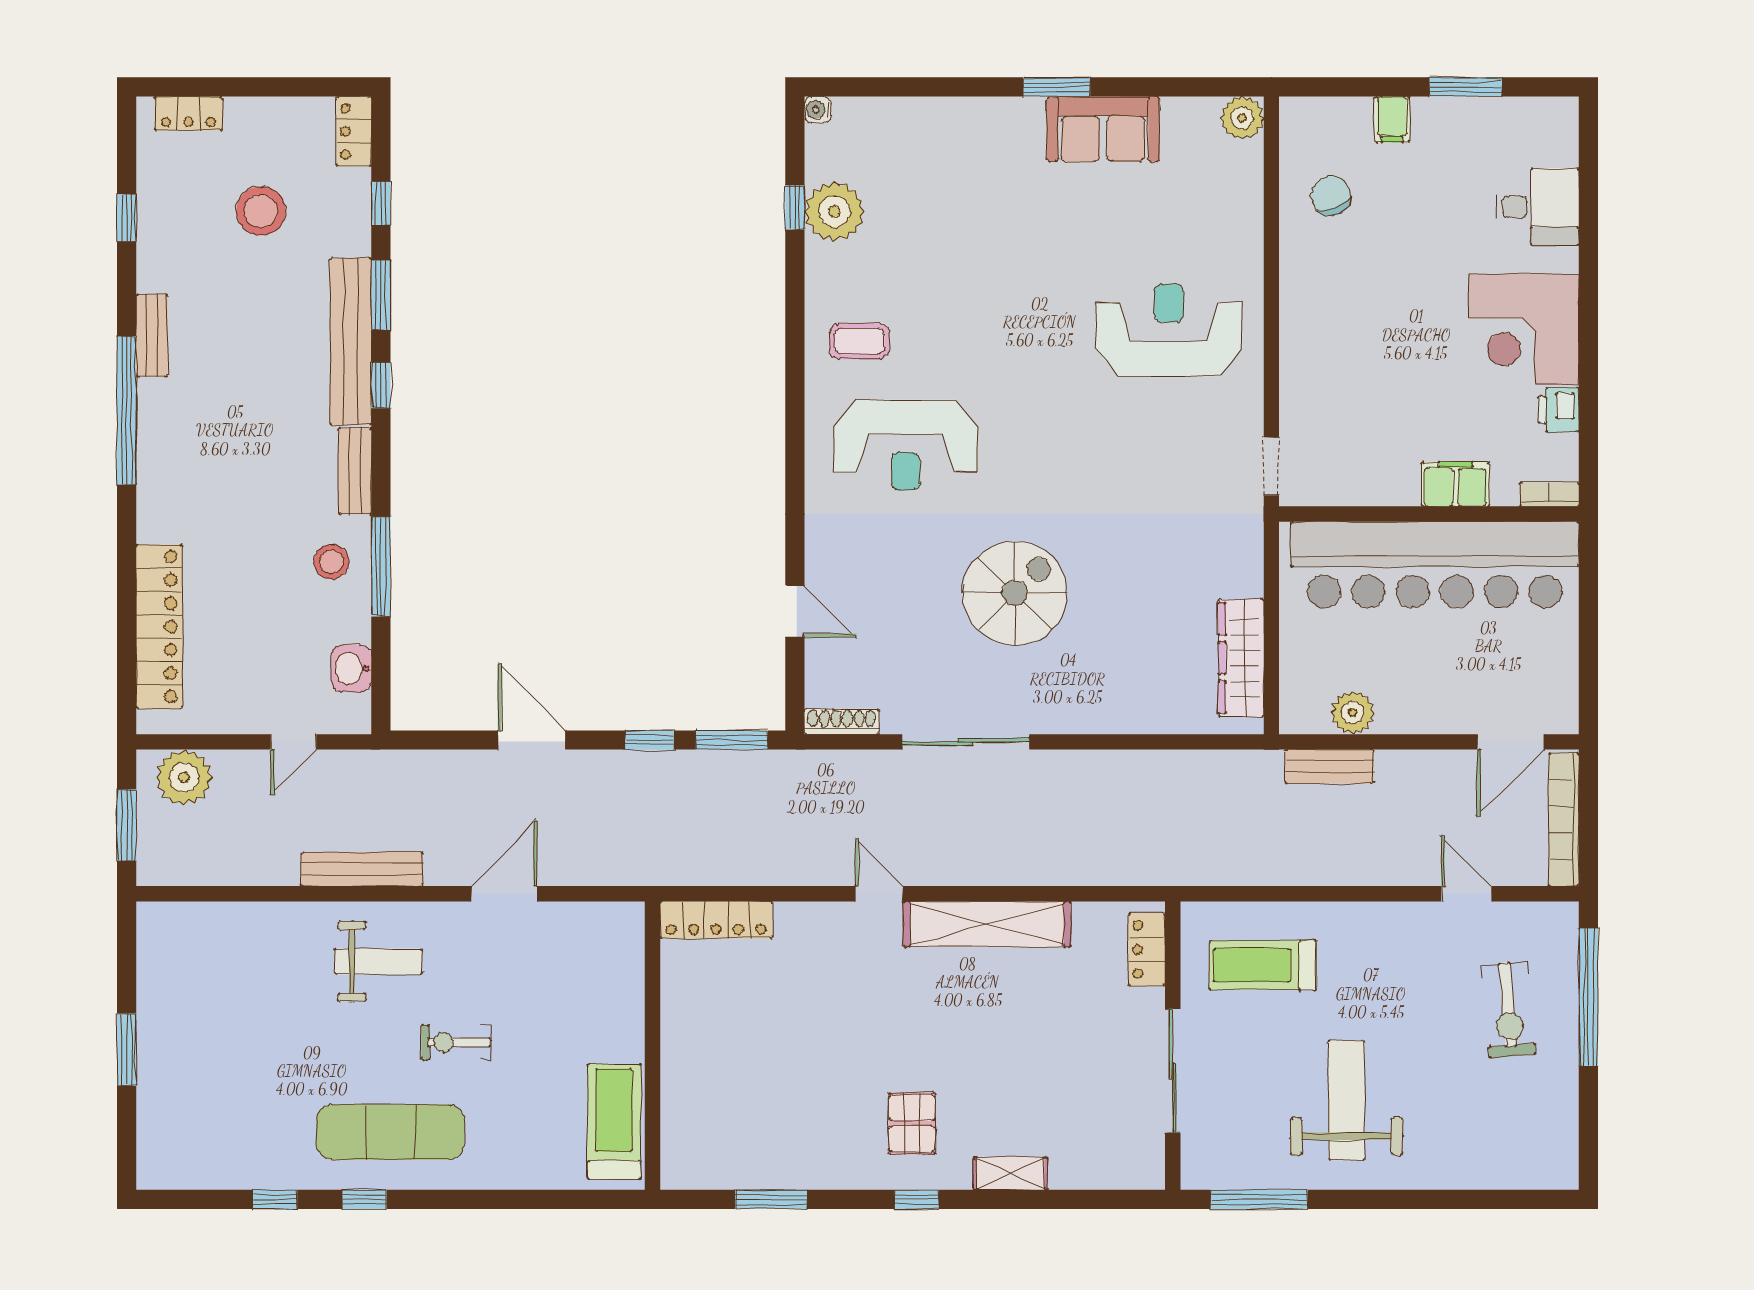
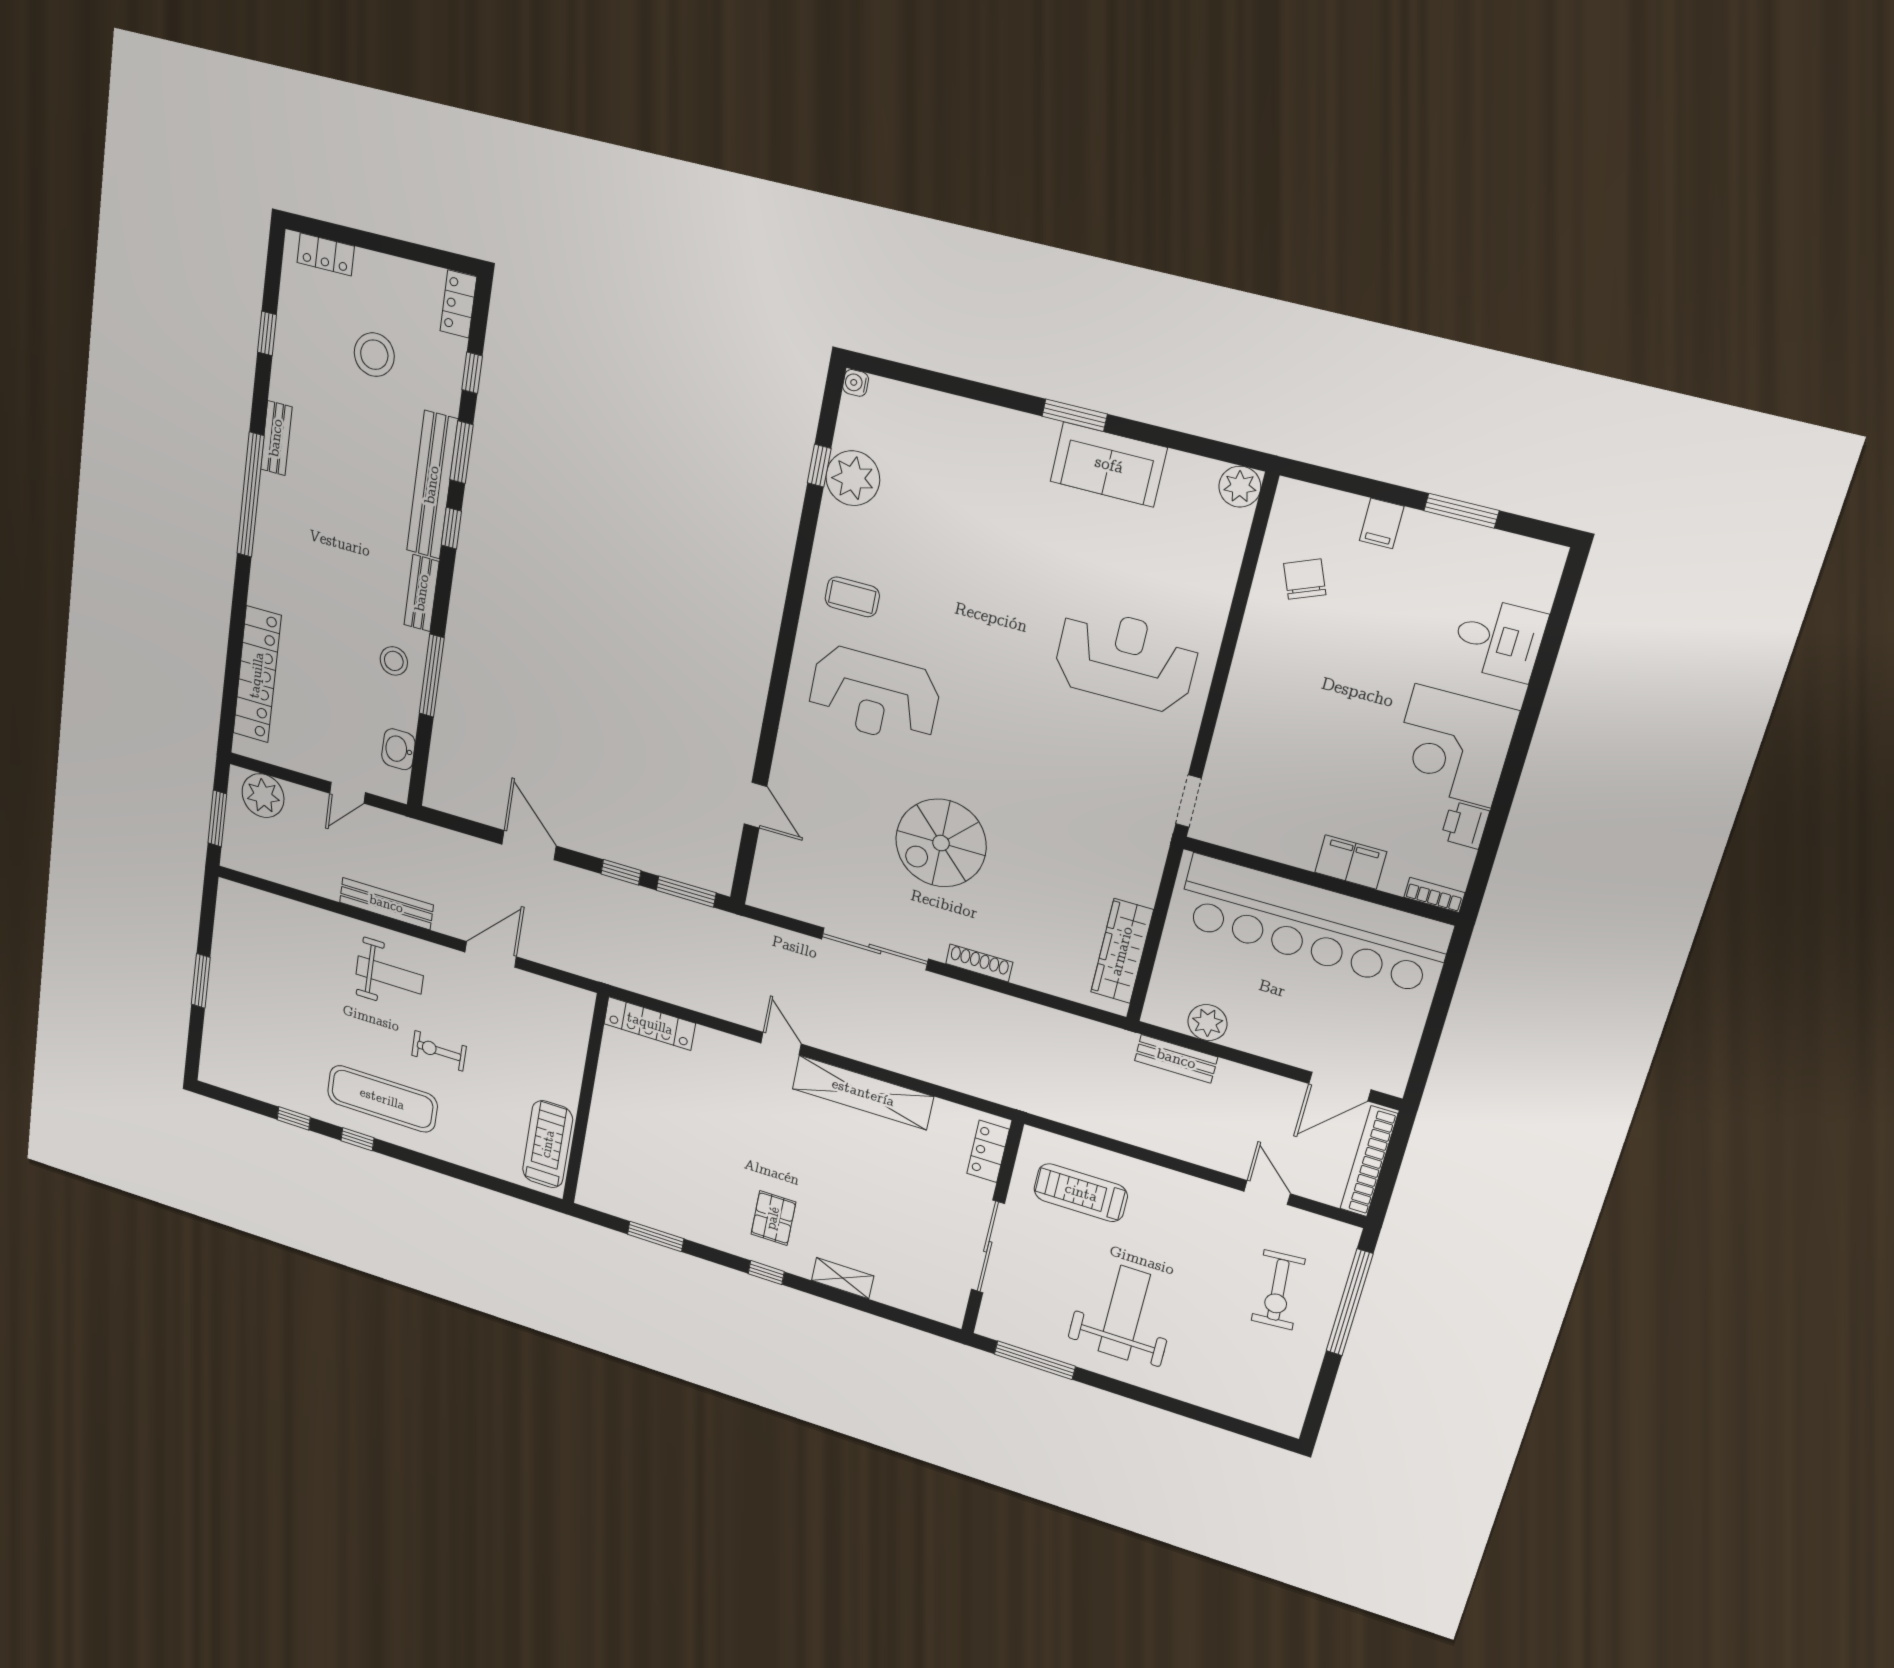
spiral stairs: (1015, 593) -> (941, 843), turned 180
shoe rack: (842, 722) -> (979, 963), moved

